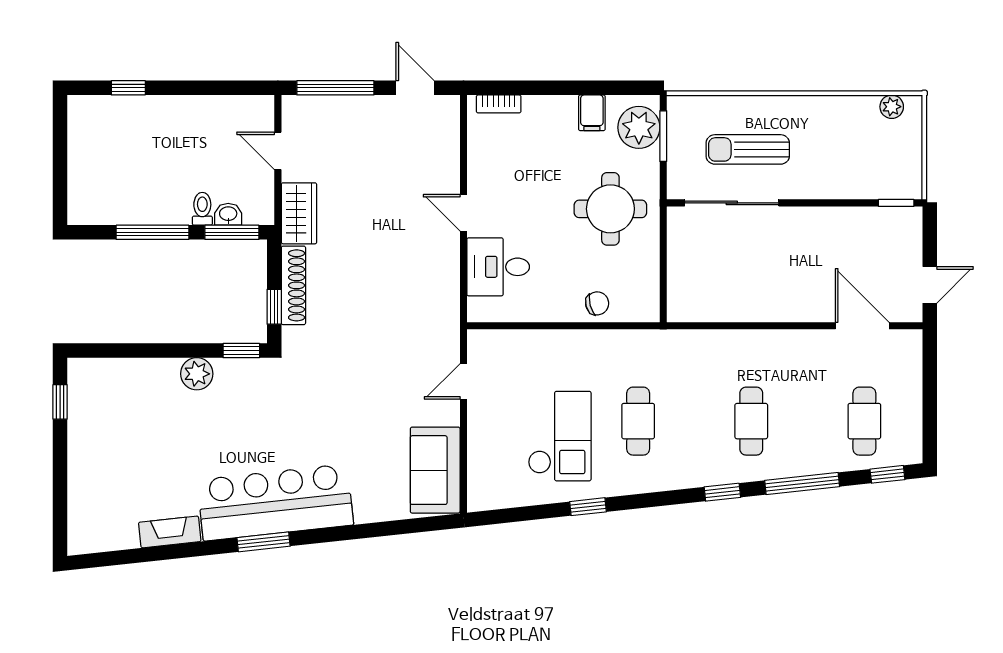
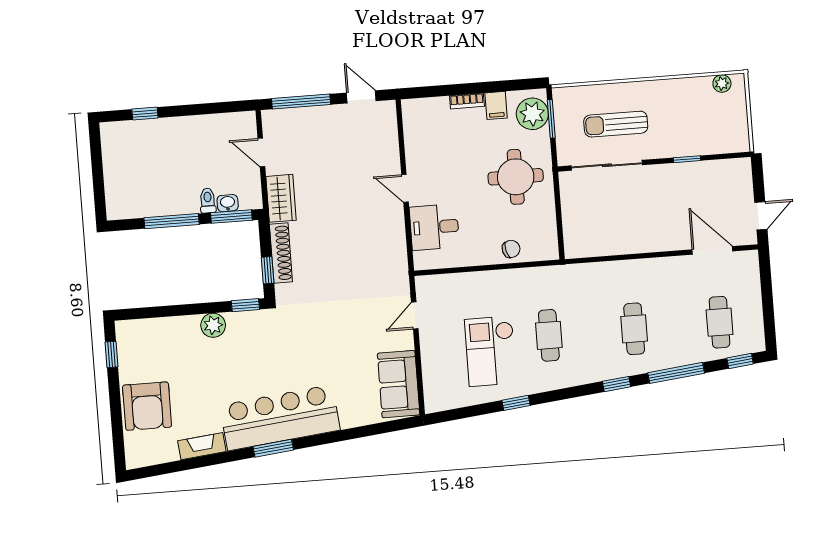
bookcase: (499, 104) -> (467, 101), moved
window: (896, 203) -> (687, 159), moved
checkout: (560, 436) -> (491, 351), turned 180
armchair: (101, 474) -> (147, 406), added

